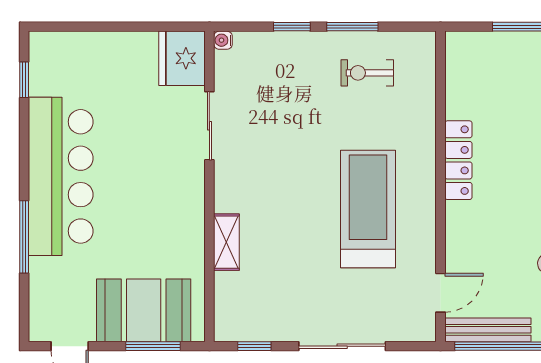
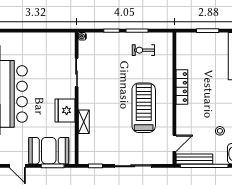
fridge: (182, 58) -> (65, 110), moved

